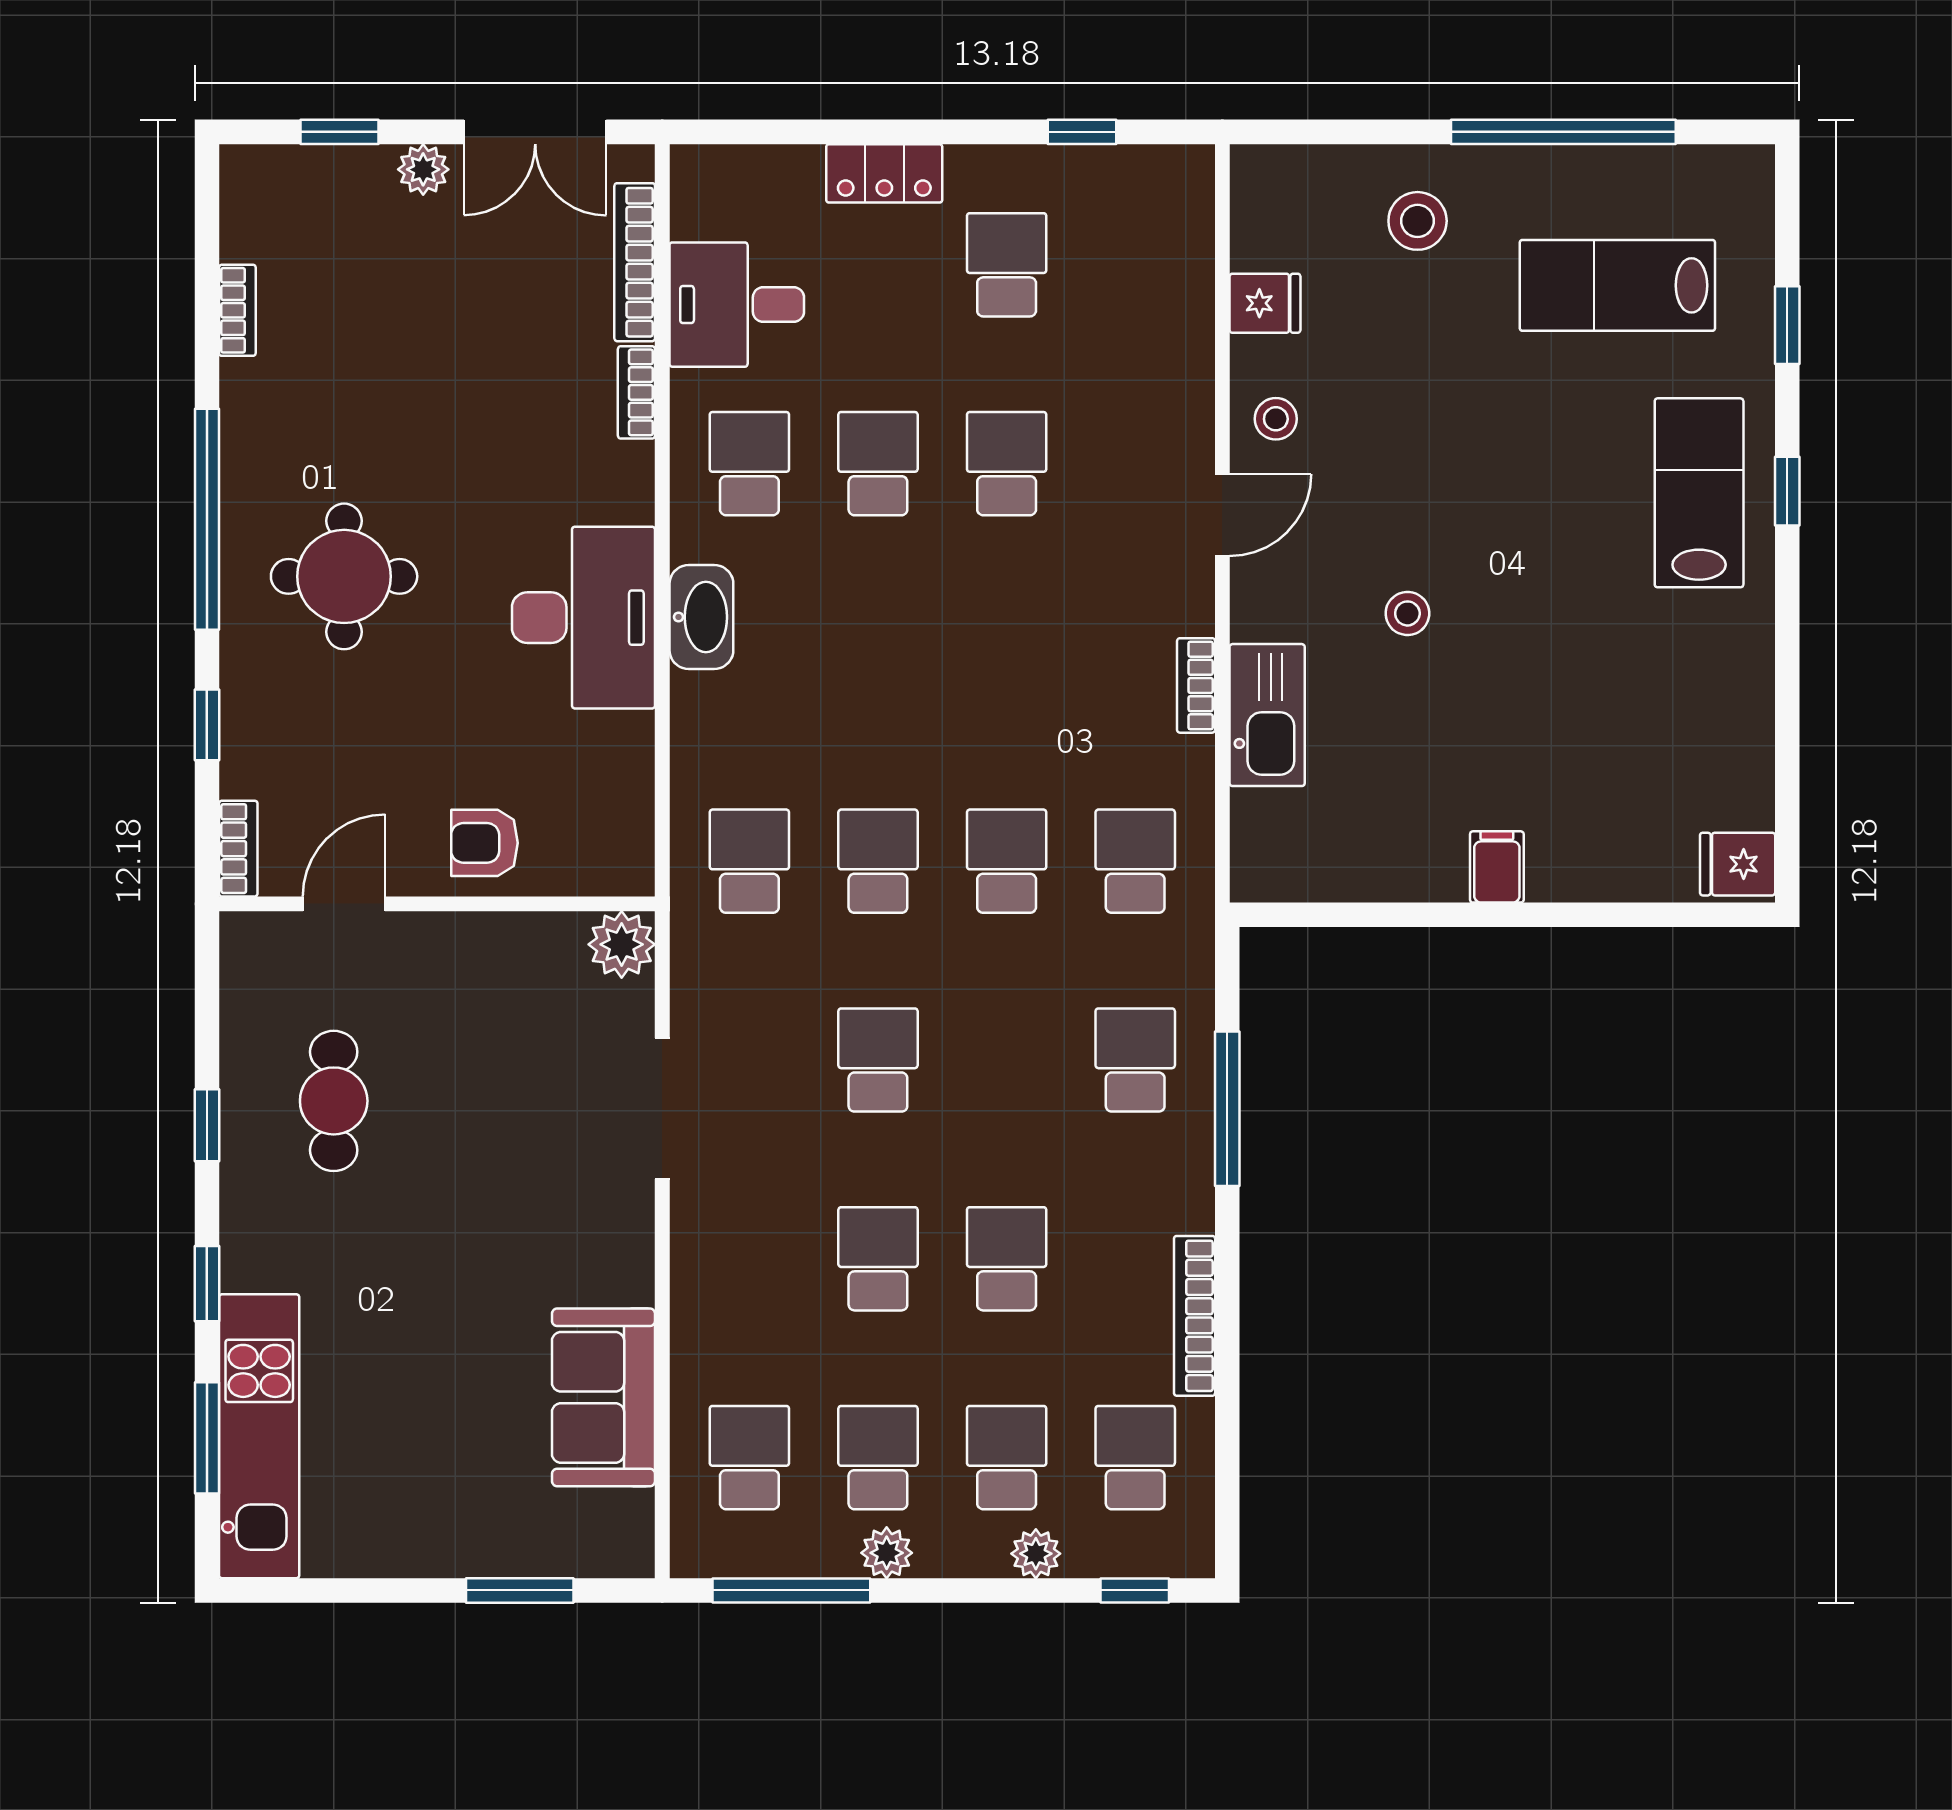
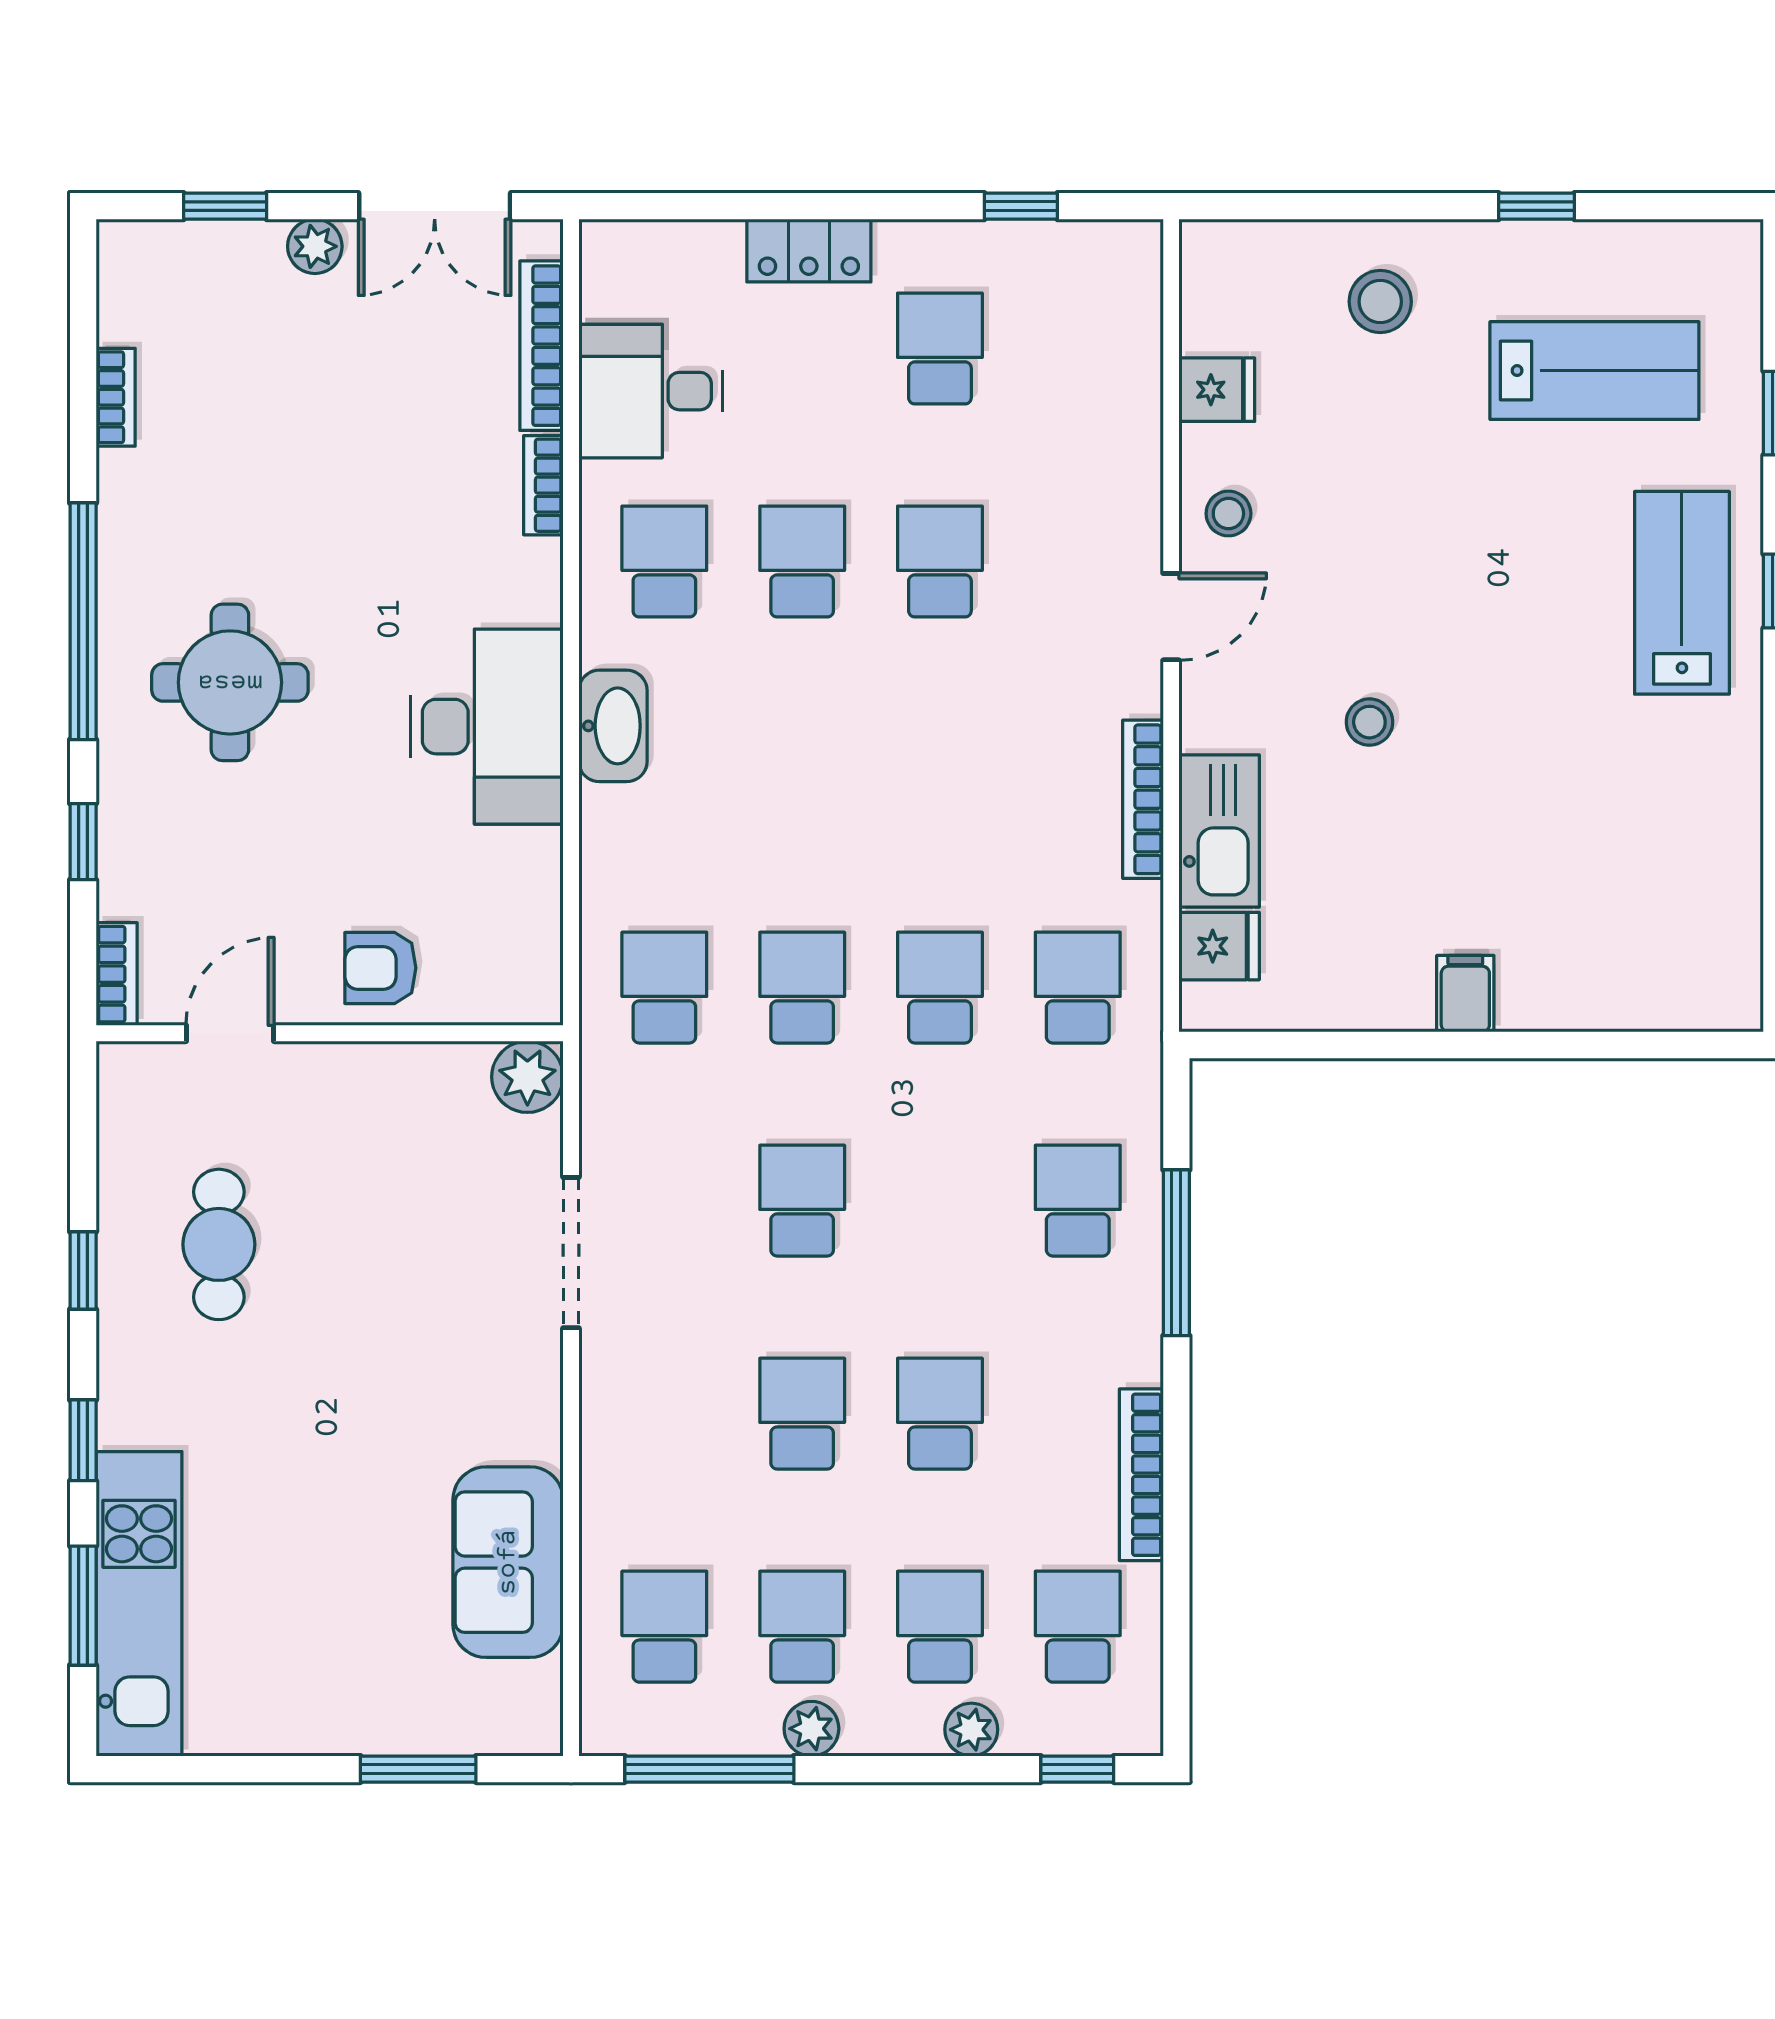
window: (1563, 132) -> (1536, 206), width x0.32
lab bench: (1617, 285) -> (1594, 371), turned 180
bookcase: (1196, 685) -> (1143, 799), width x1.56
fridge: (1738, 864) -> (1219, 946), moved, turned 180

